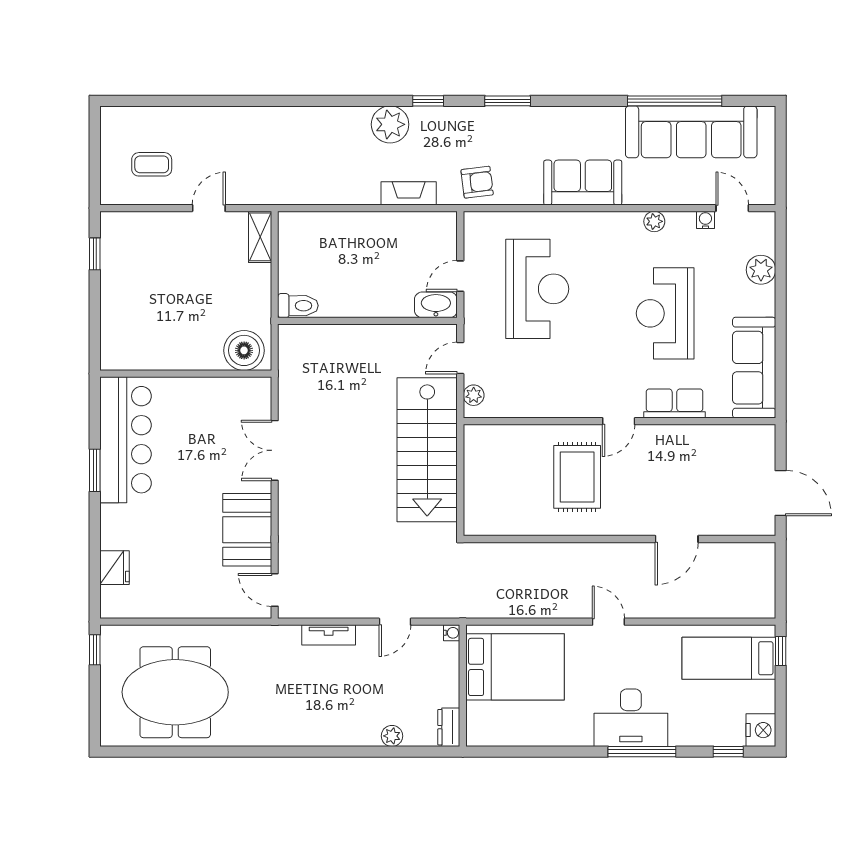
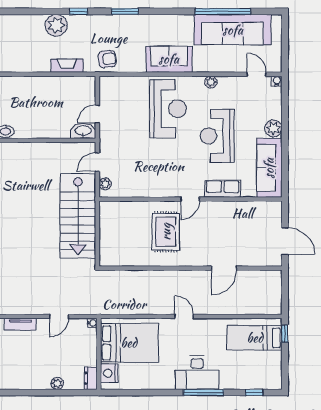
water cooler: (705, 220) -> (277, 81), moved
plant: (761, 270) -> (273, 128), moved
reception desk: (537, 289) -> (168, 109), moved
nightstand: (761, 730) -> (109, 373), moved, turned 180

